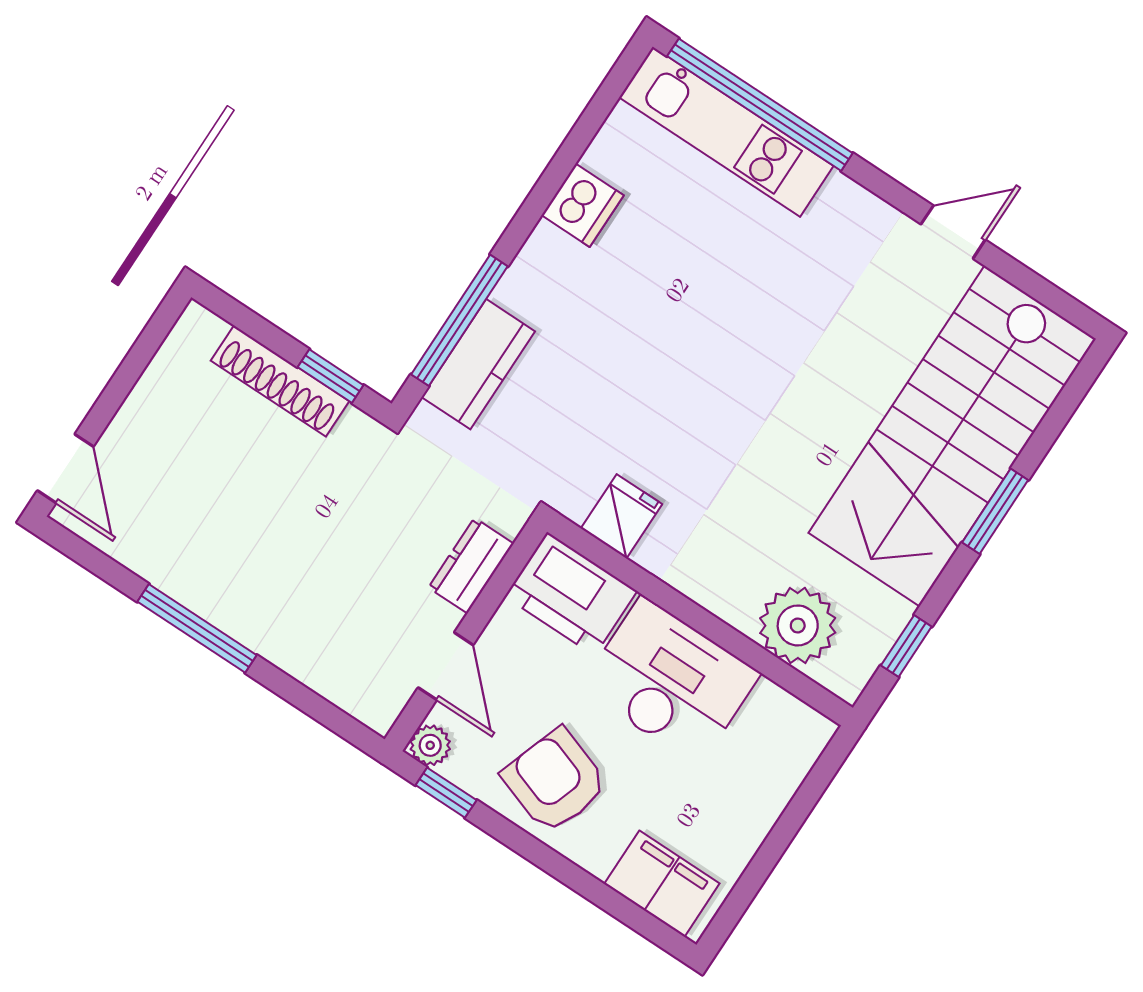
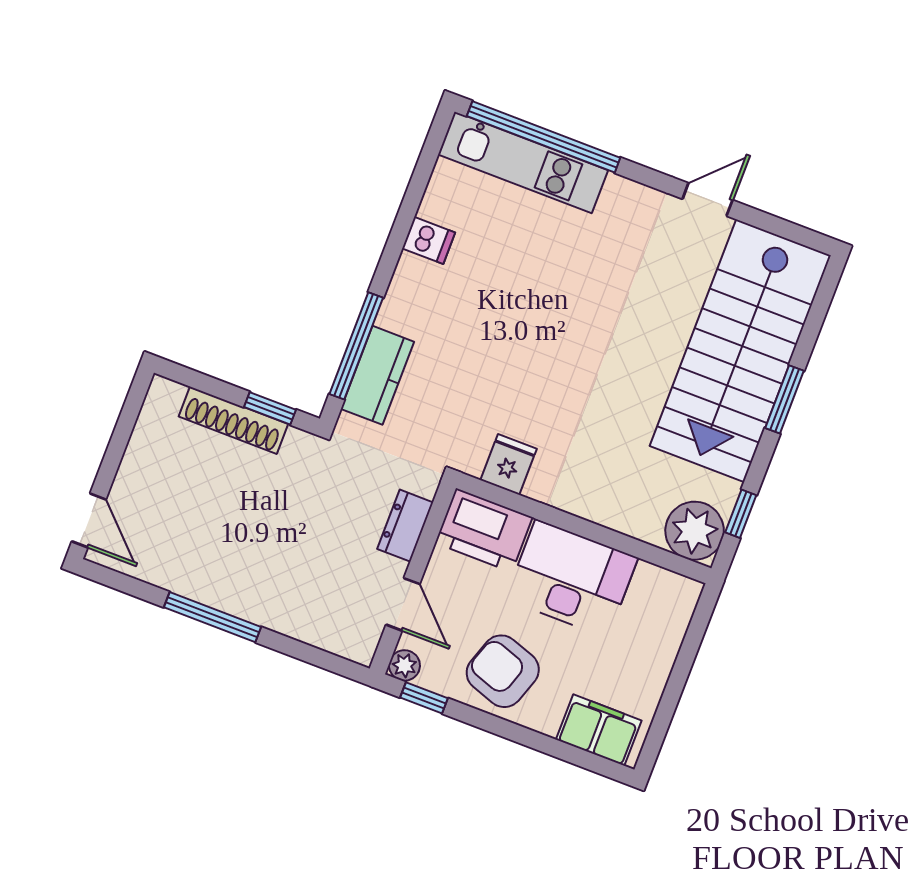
dishwasher: (583, 205) -> (429, 240), width x0.73
plant: (798, 625) -> (695, 531), moved

